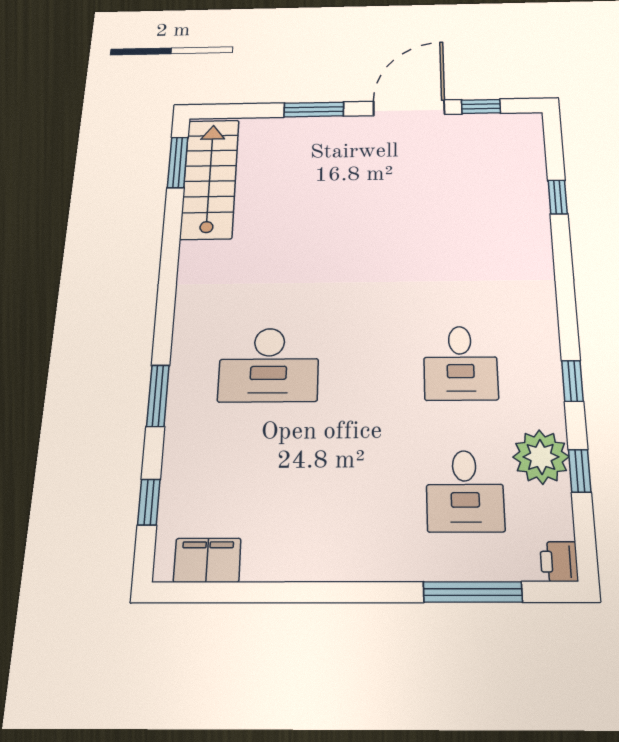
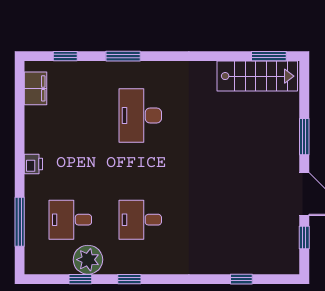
printer: (559, 562) -> (33, 164), moved, turned 90

